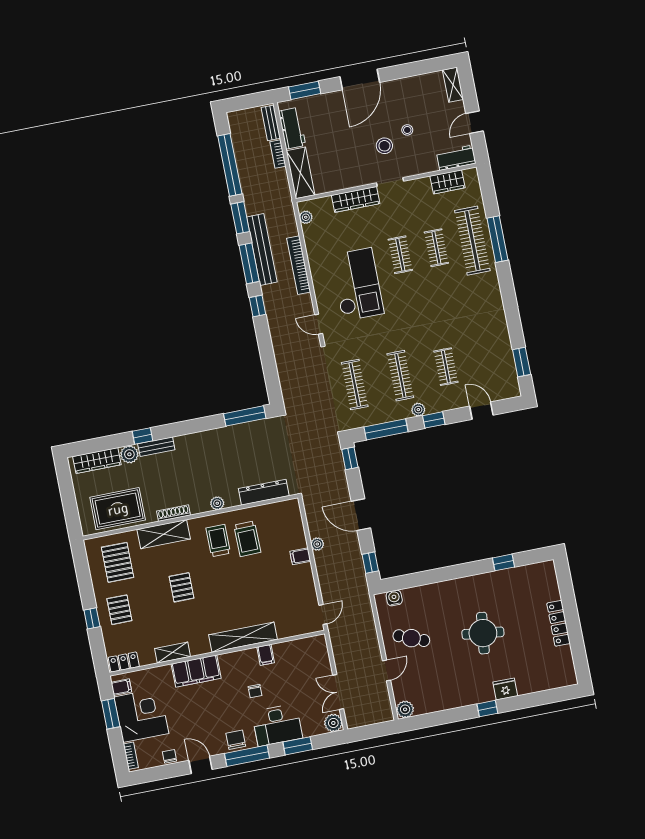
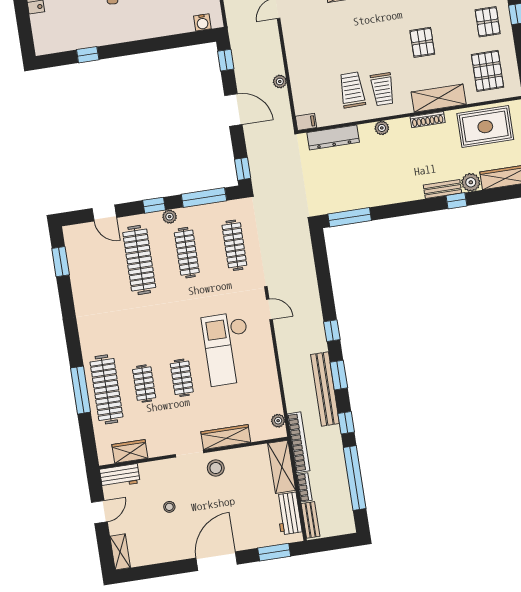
stool: (384, 146) -> (216, 468), moved
window: (240, 218) -> (346, 423), width x0.67
window: (249, 263) -> (339, 375), width x0.69
bookcase: (299, 265) -> (299, 442), moved
clothes rail: (446, 367) -> (139, 260), width x1.86, depth x1.31
filing cabinet: (300, 556) -> (306, 122), moved

